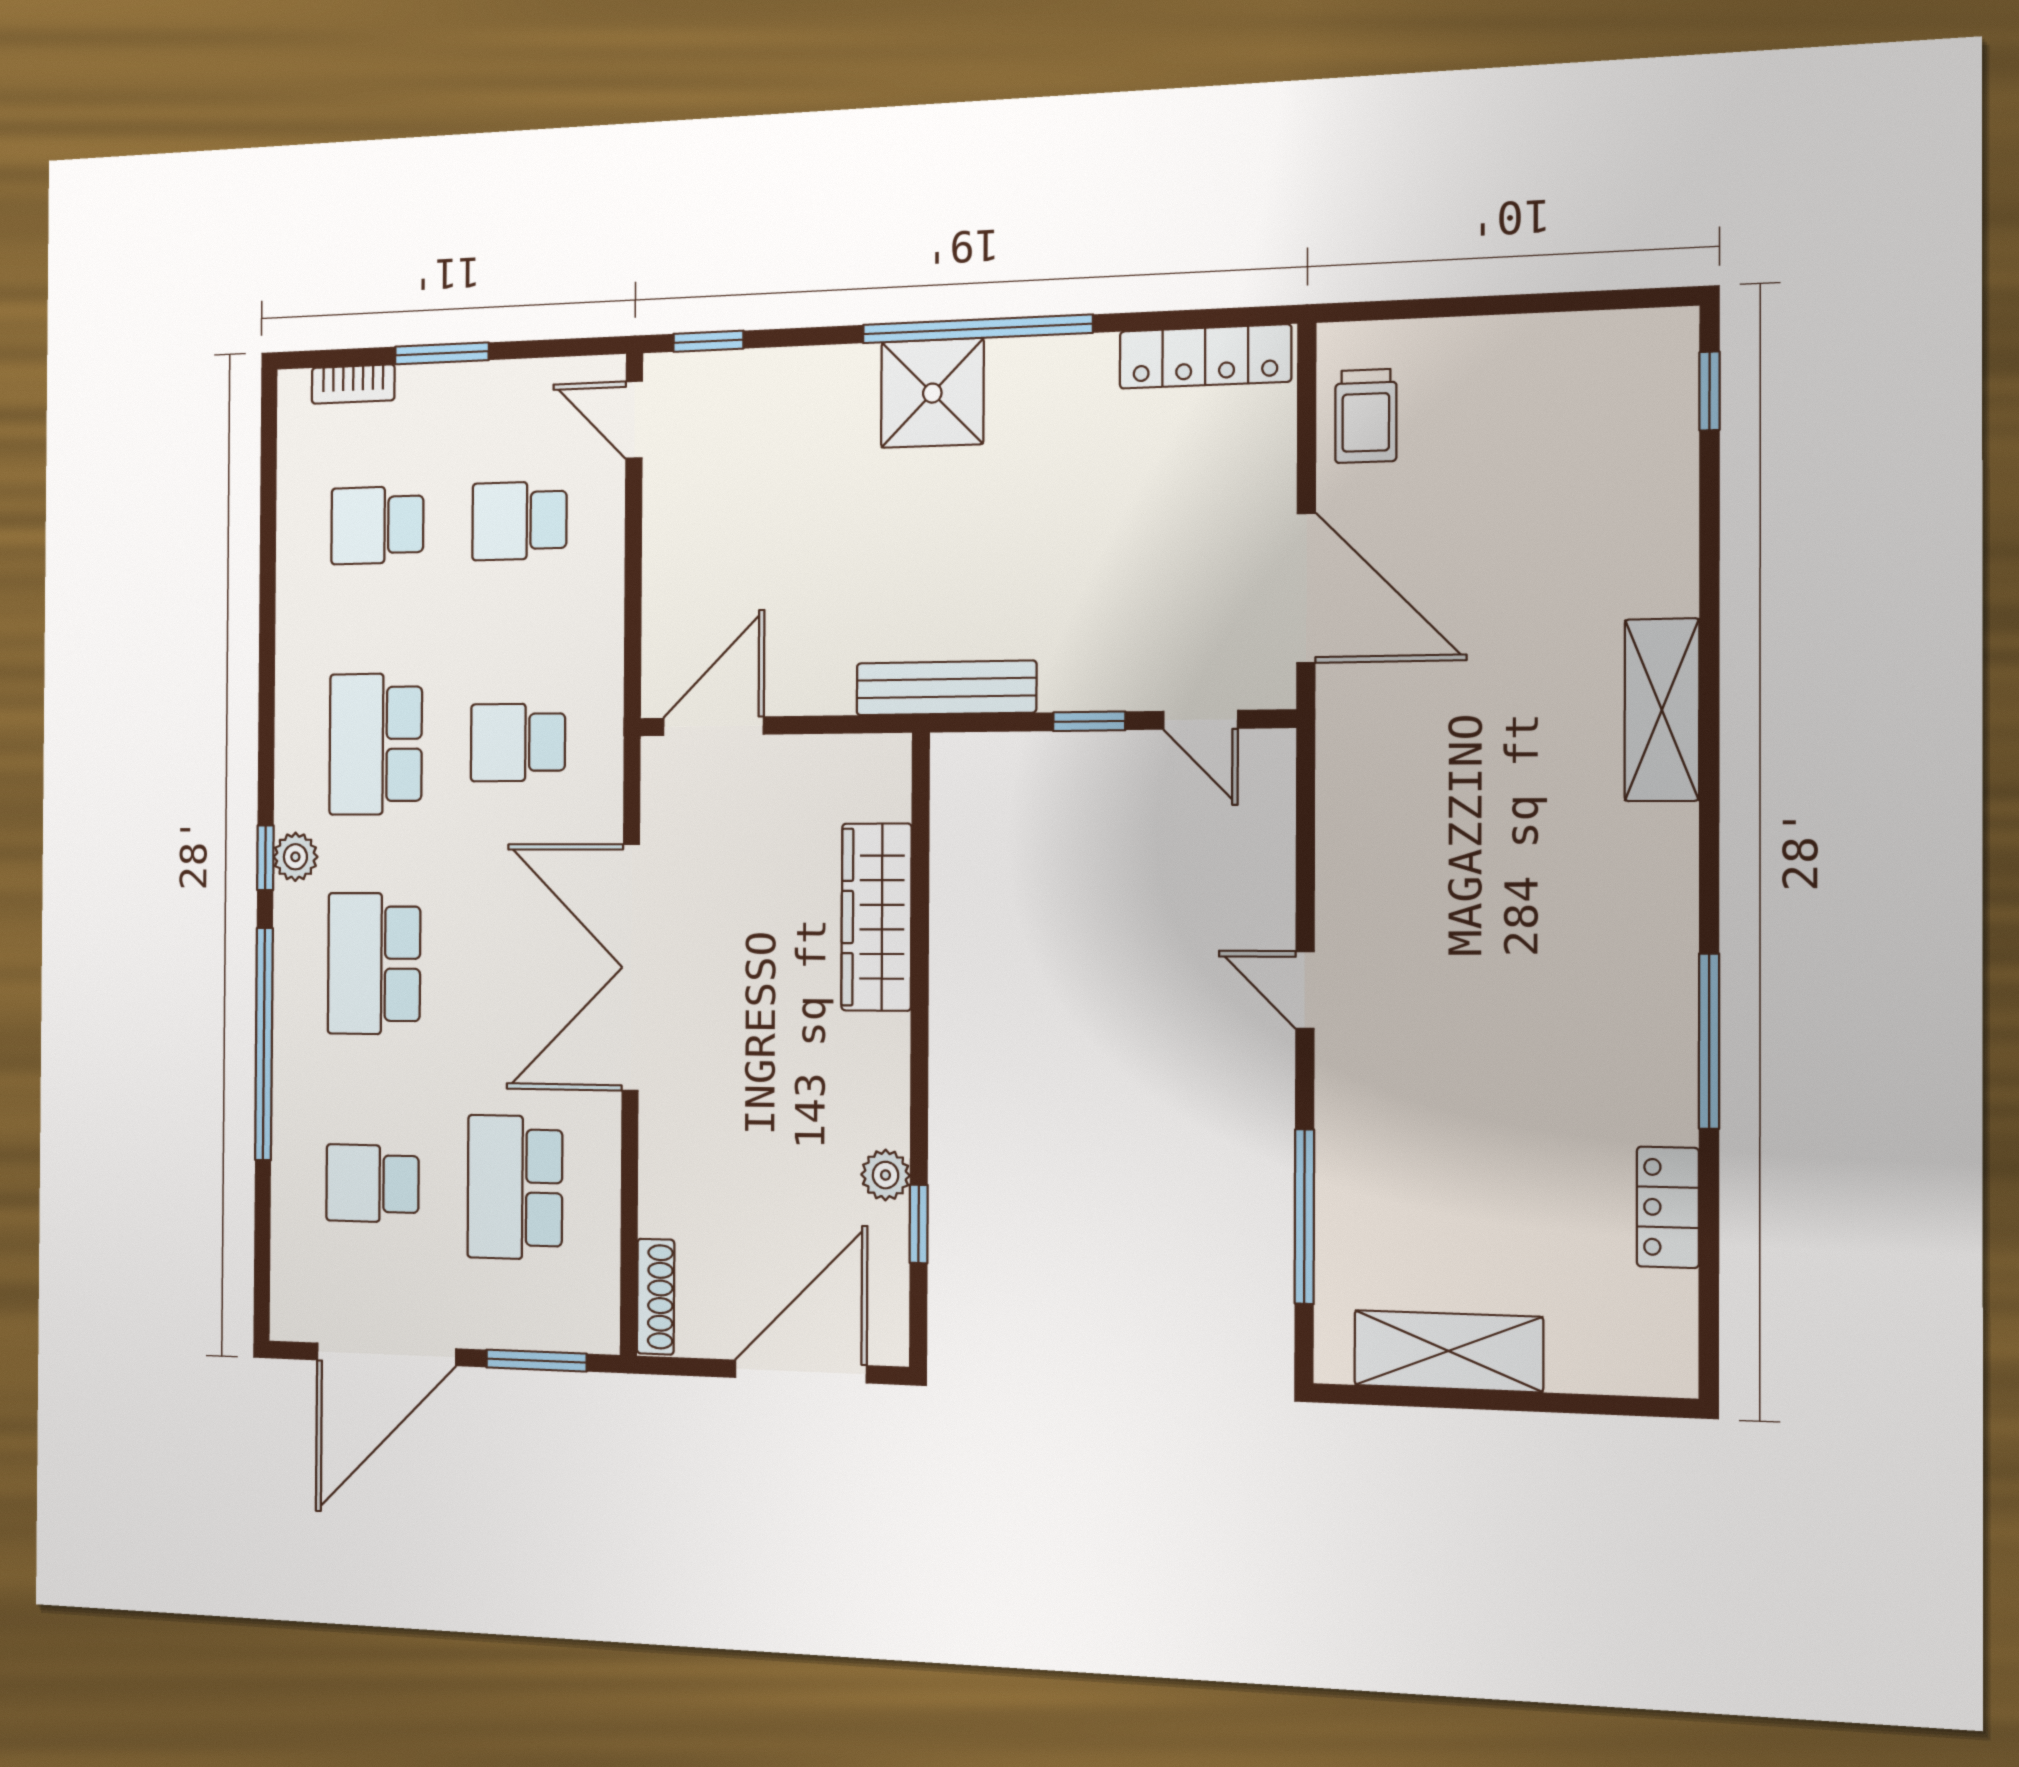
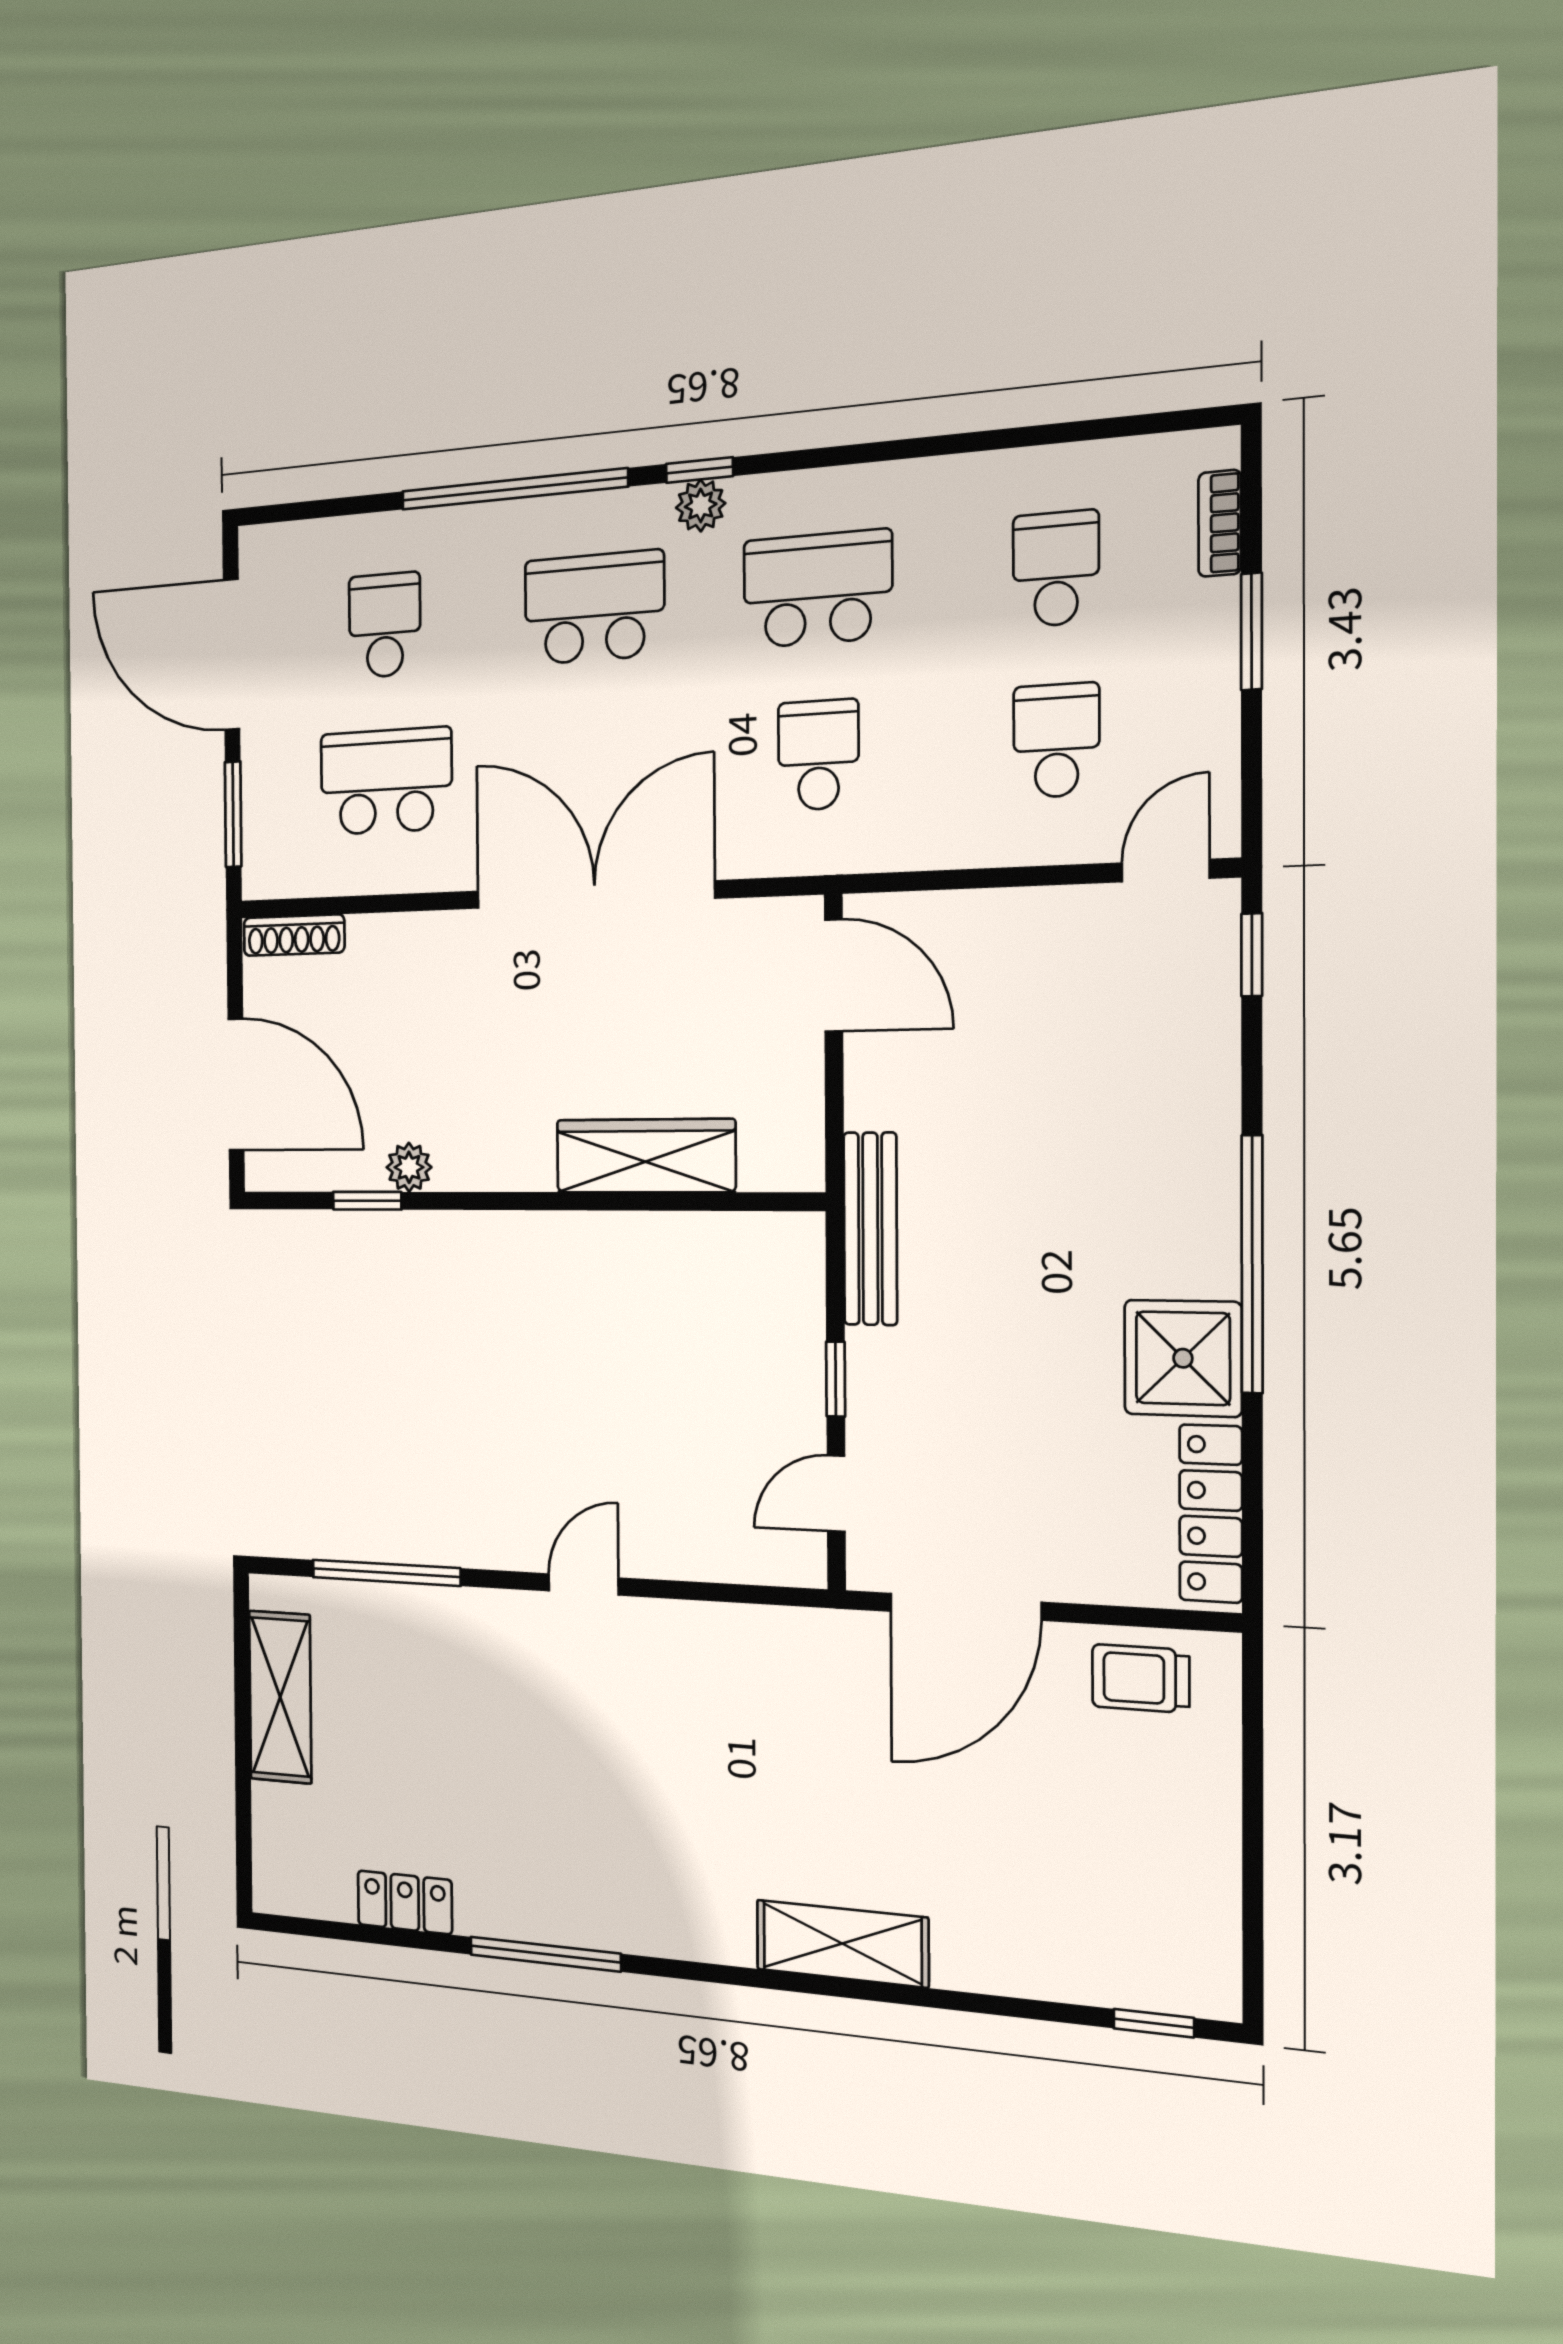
shower: (932, 393) -> (1183, 1358), moved

